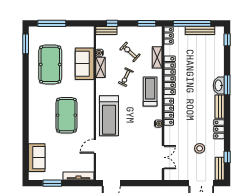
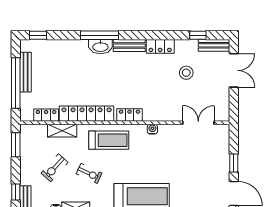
locker: (169, 36) -> (46, 115), moved
window: (227, 85) -> (100, 35), width x1.44
treadmill: (150, 92) -> (109, 140), turned 180
locker: (169, 112) -> (130, 115), width x0.66
window: (134, 183) -> (234, 163), added

